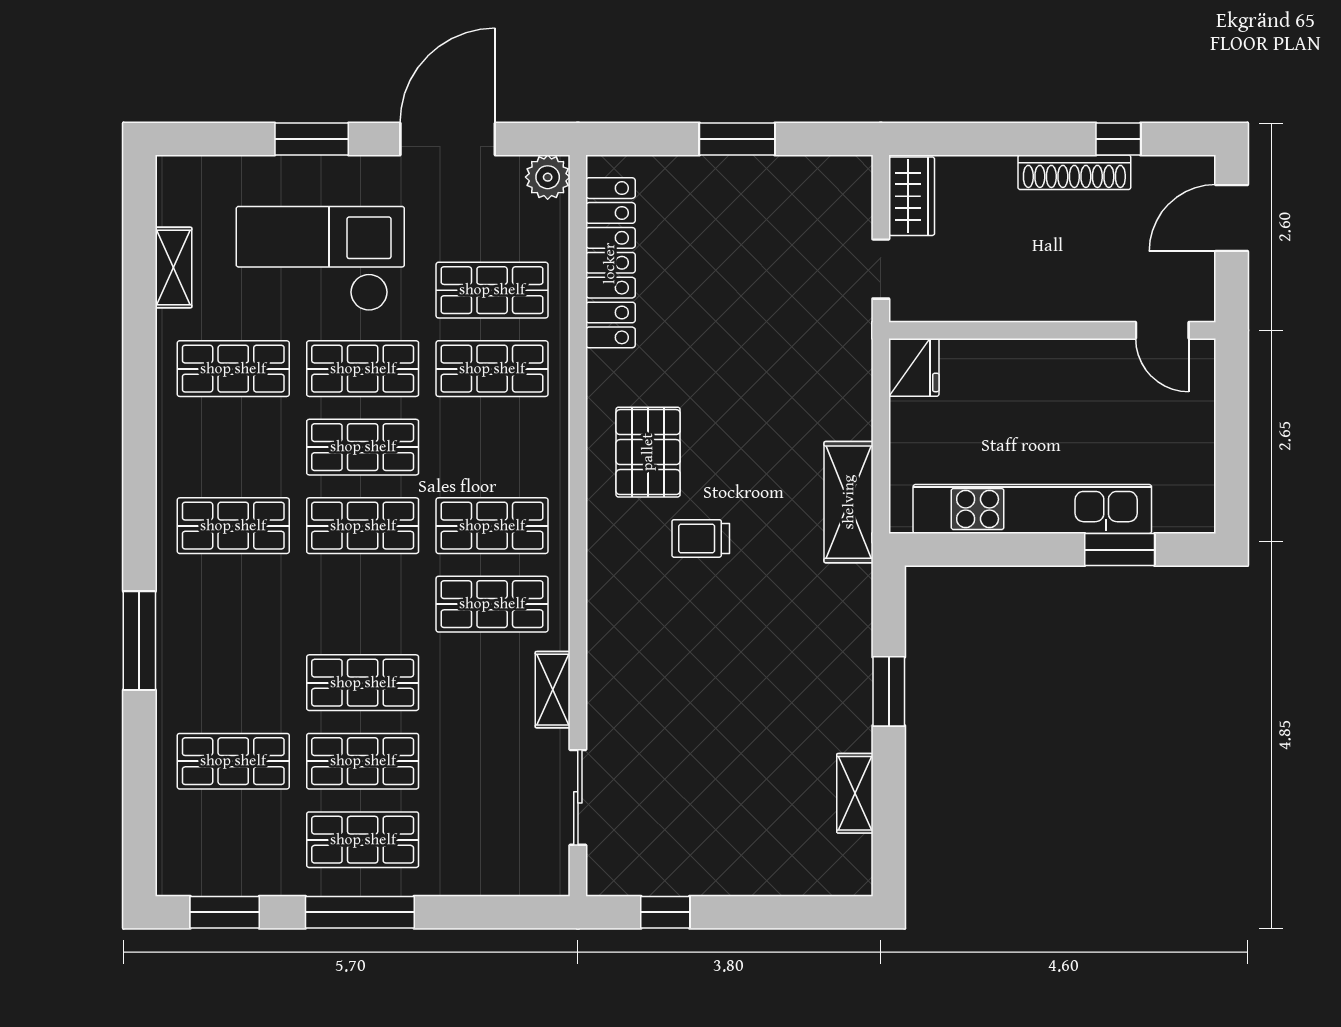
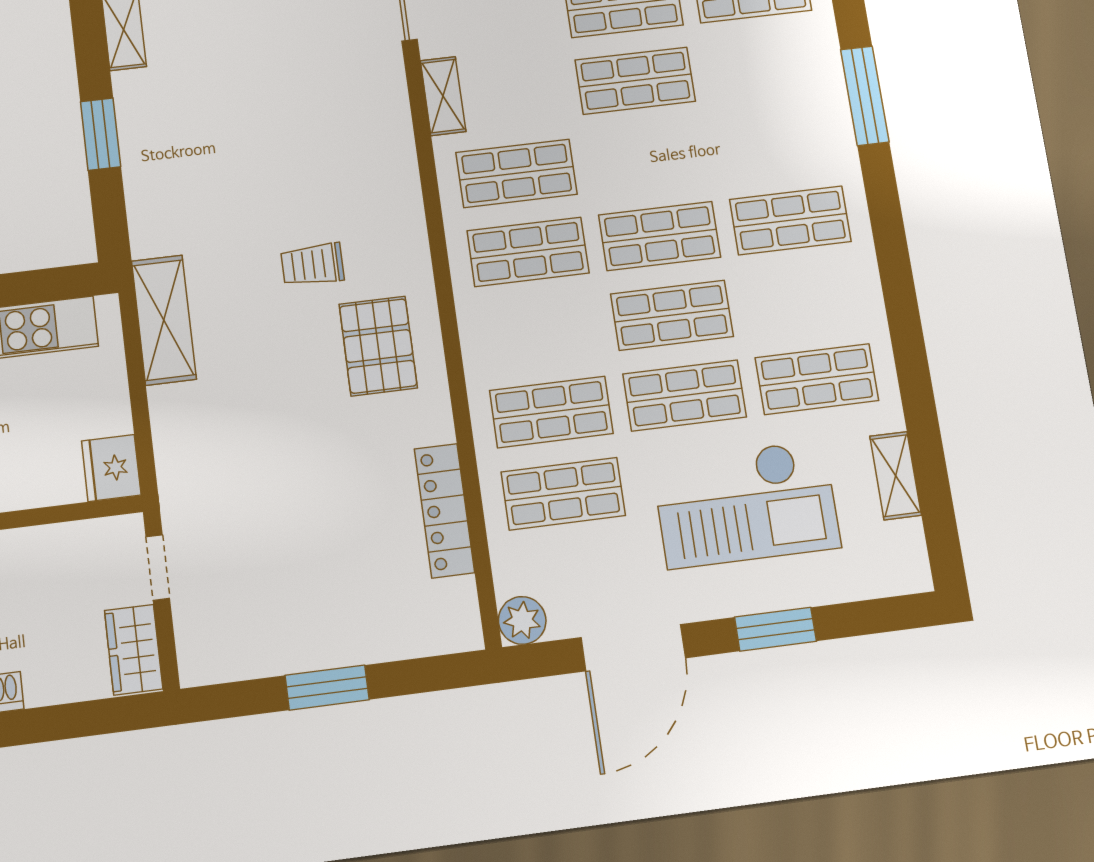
locker: (610, 263) -> (444, 511), width x0.71, depth x0.83
trolley: (701, 538) -> (312, 265), turned 180

